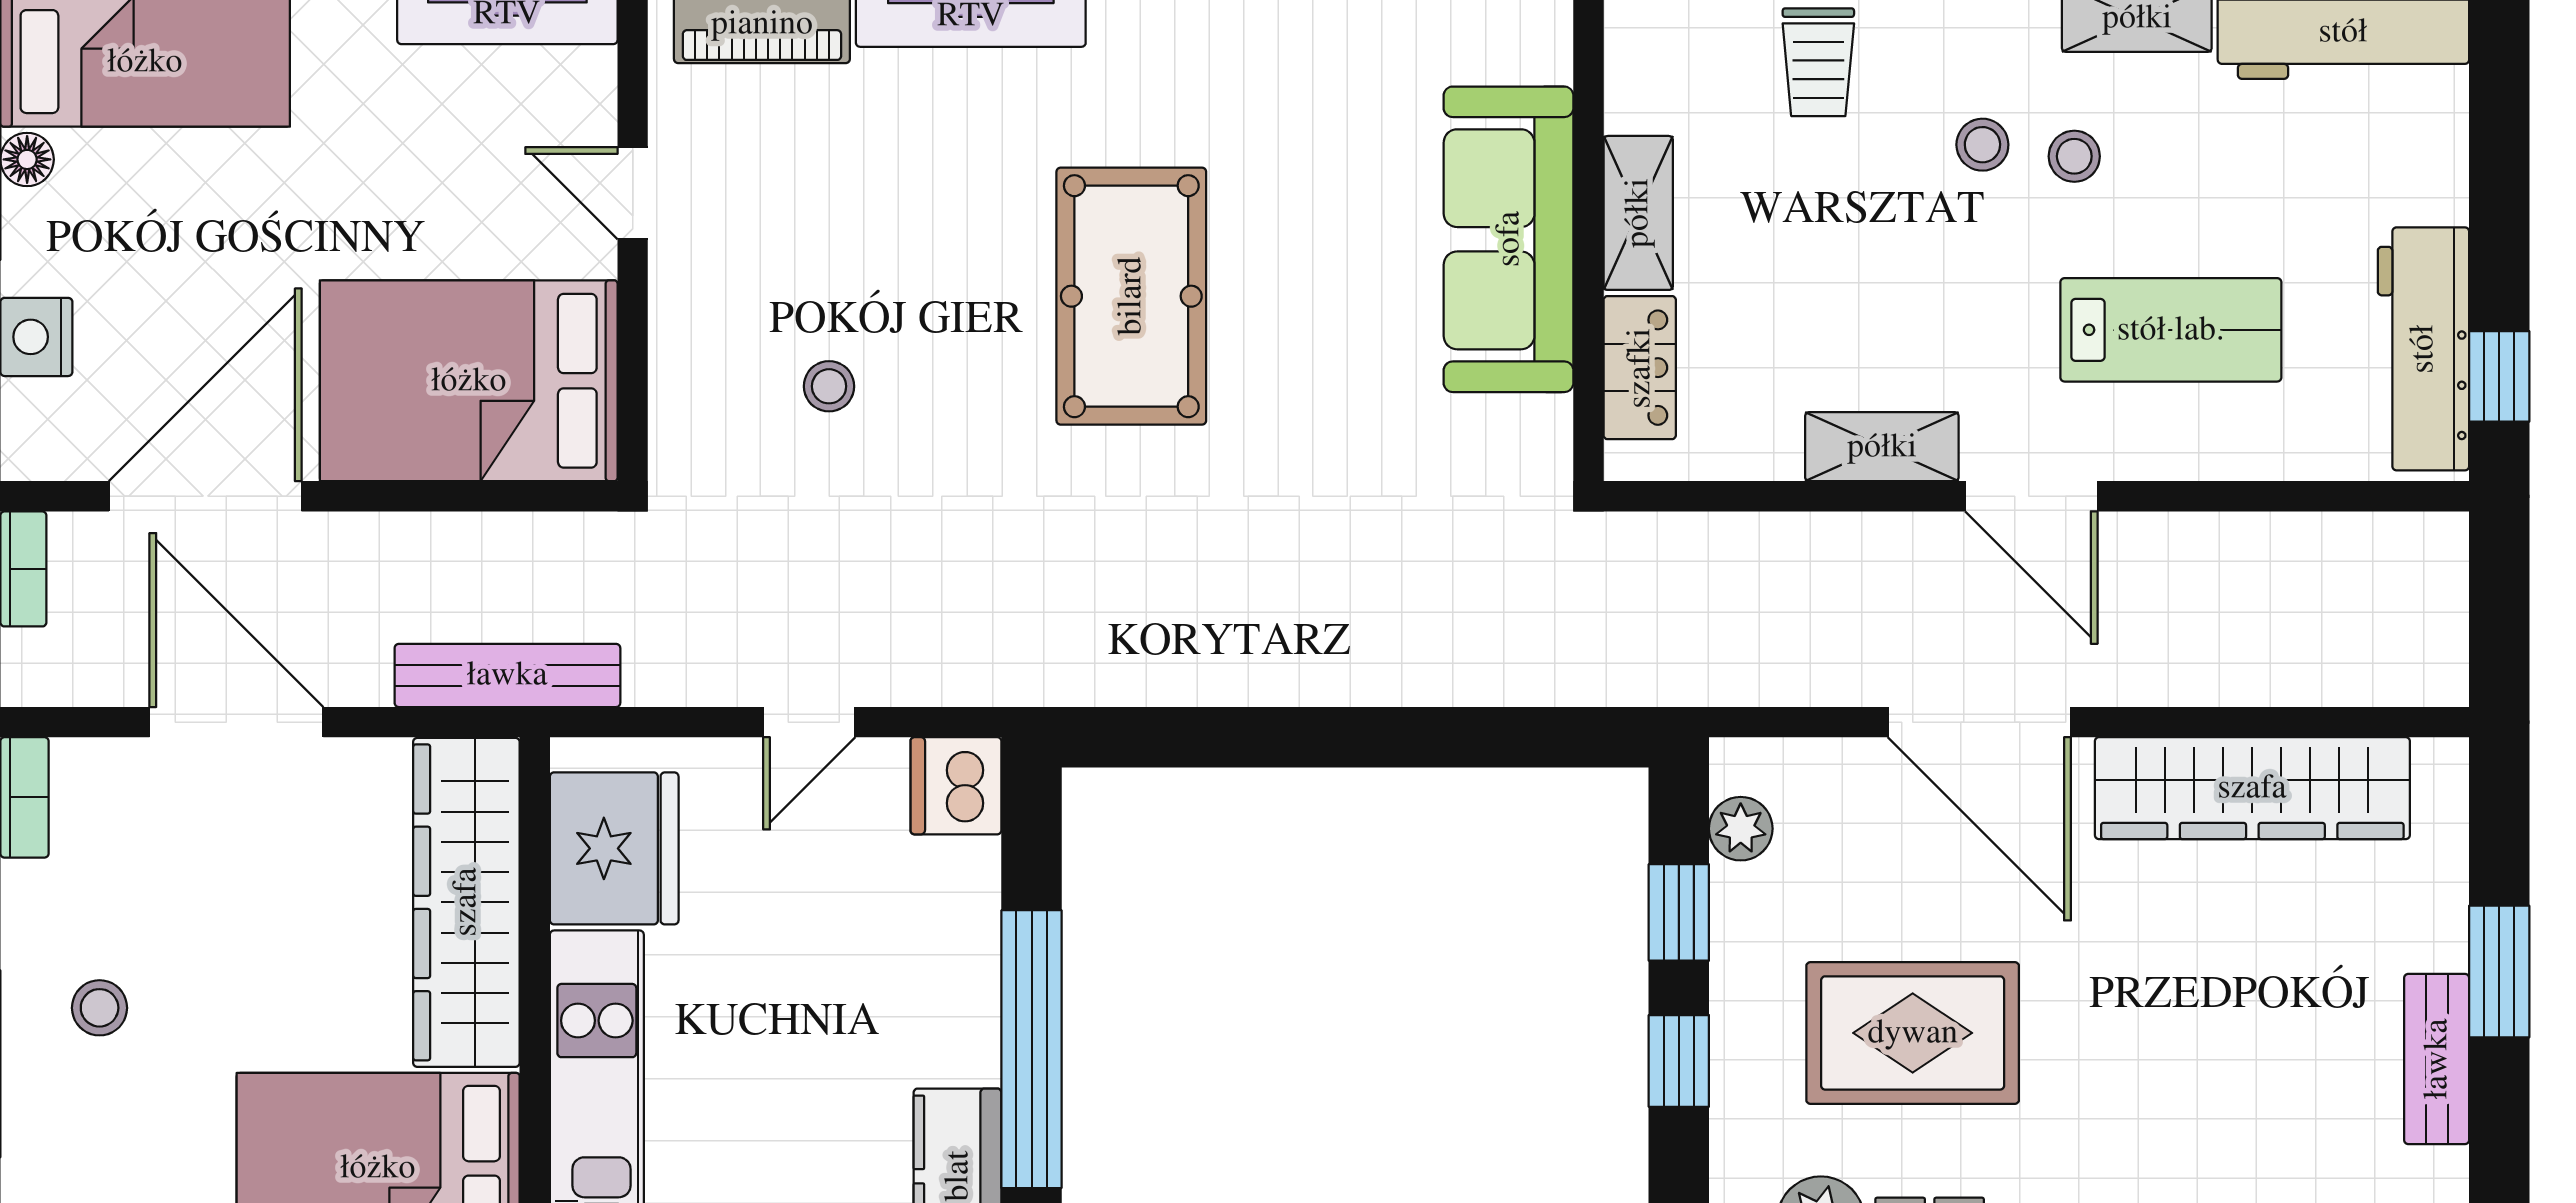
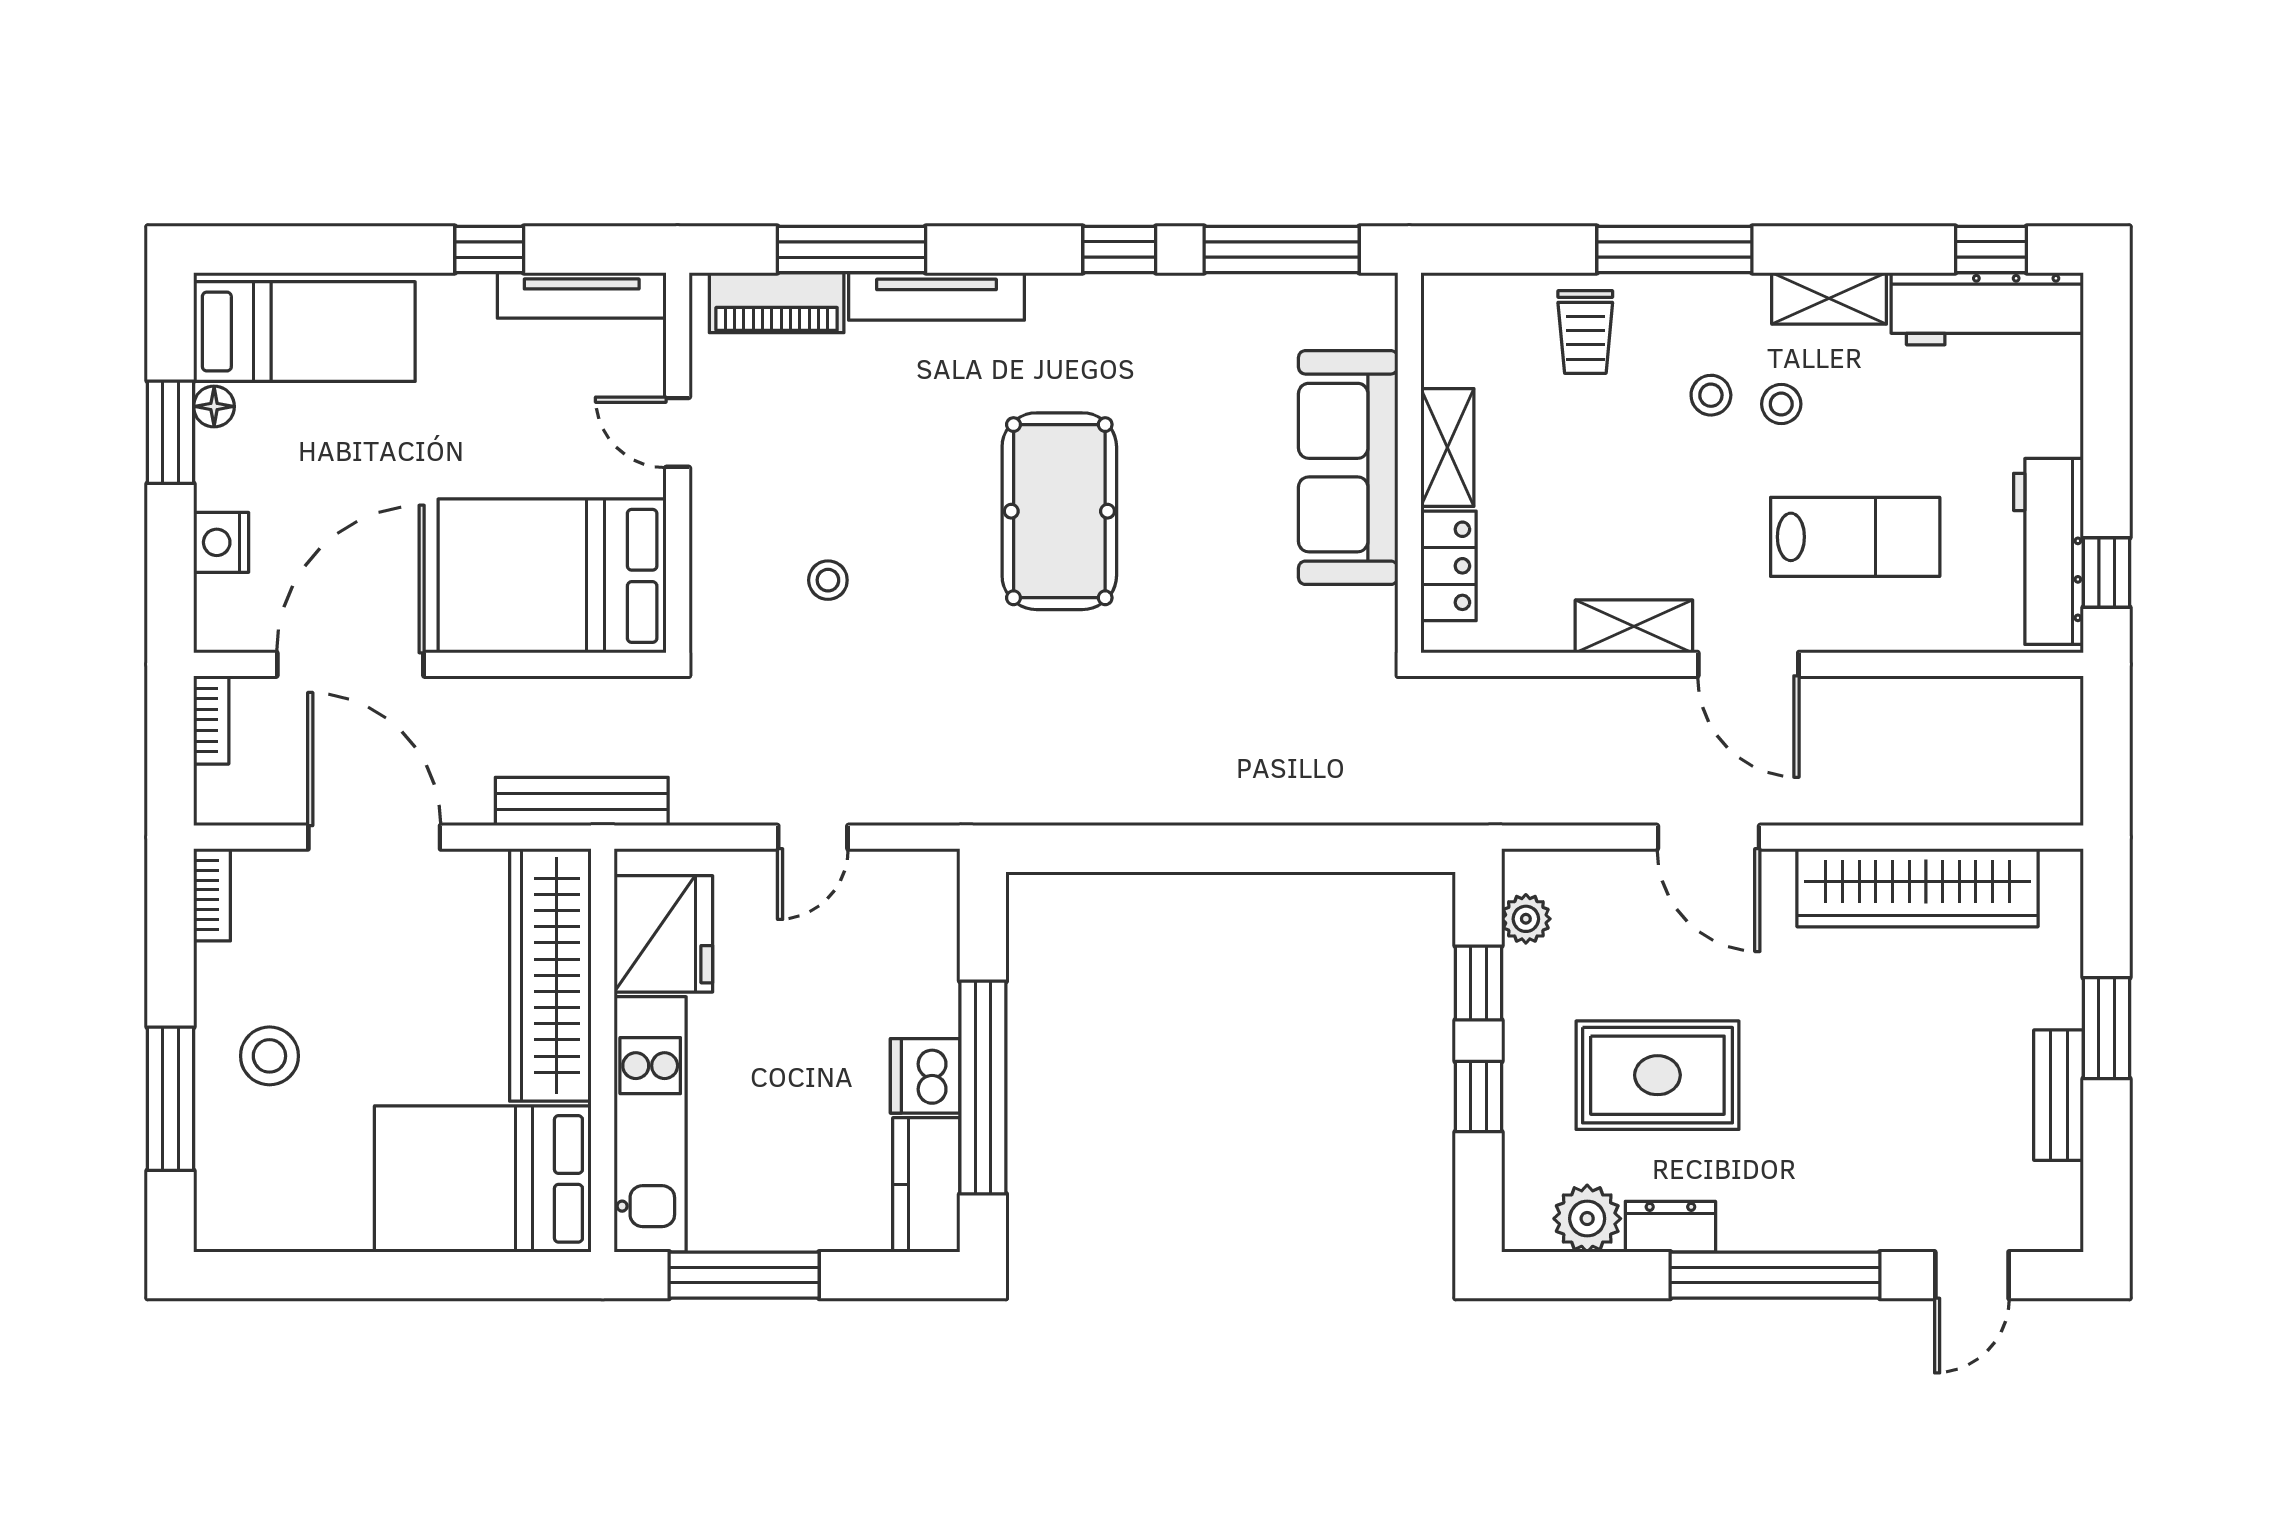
door: (1979, 722) -> (1708, 837), width x0.73
dishwasher: (956, 786) -> (925, 1076), moved
stool: (100, 1008) -> (269, 1056), width x1.37, depth x1.37

